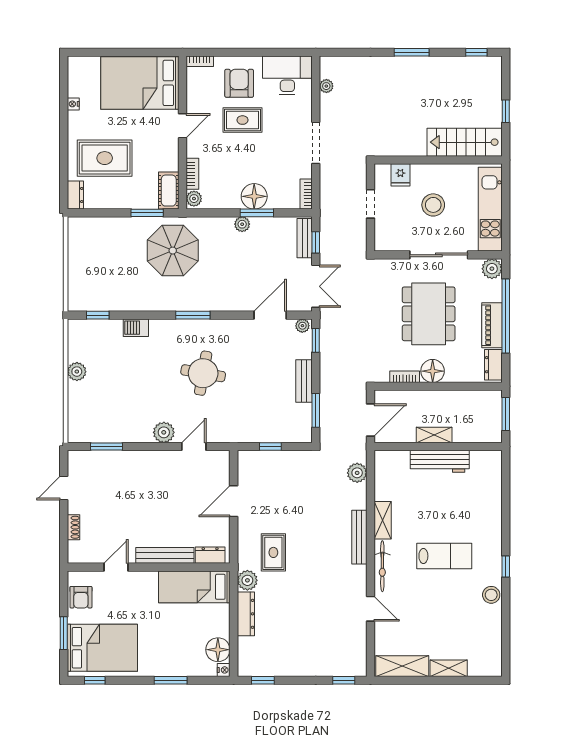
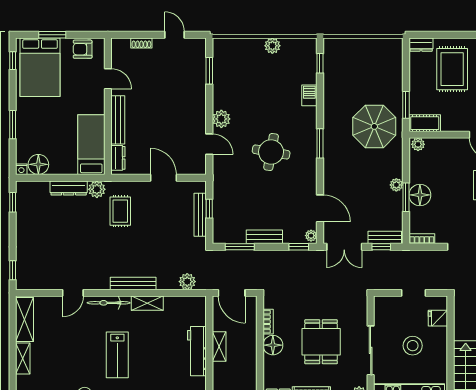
bookcase: (192, 174) -> (439, 143), removed
dining table: (429, 314) -> (321, 342), width x0.73
bench: (278, 457) -> (200, 215), added
rug: (273, 552) -> (120, 211), turned 90

